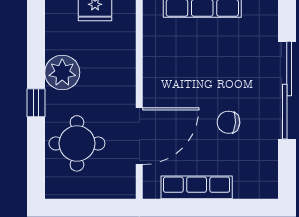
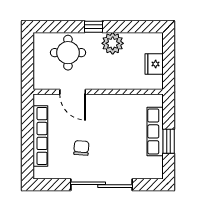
door: (139, 136) -> (73, 92), width x0.73
row of seats: (197, 187) -> (40, 136), width x1.36

